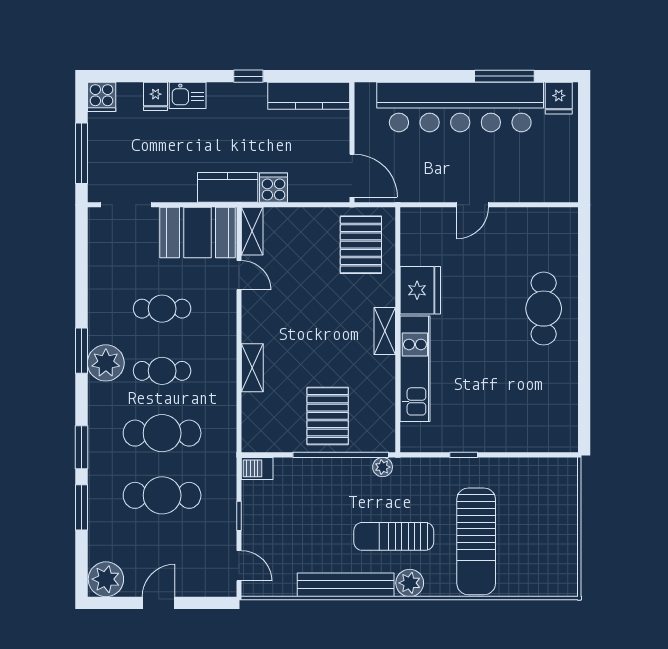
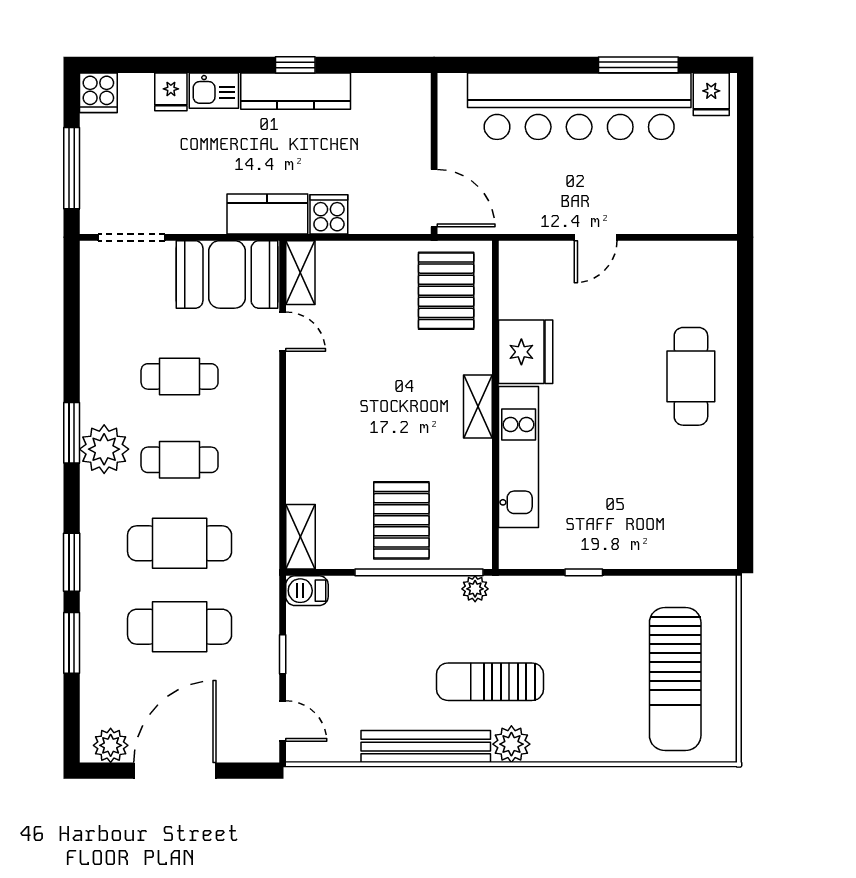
kitchen counter: (309, 96) -> (296, 91), moved
shelving: (252, 368) -> (300, 537), moved
sun lounger: (476, 541) -> (675, 679), moved
plant: (106, 579) -> (111, 745), width x0.73, depth x0.73
door: (159, 603) -> (175, 771), width x1.88

